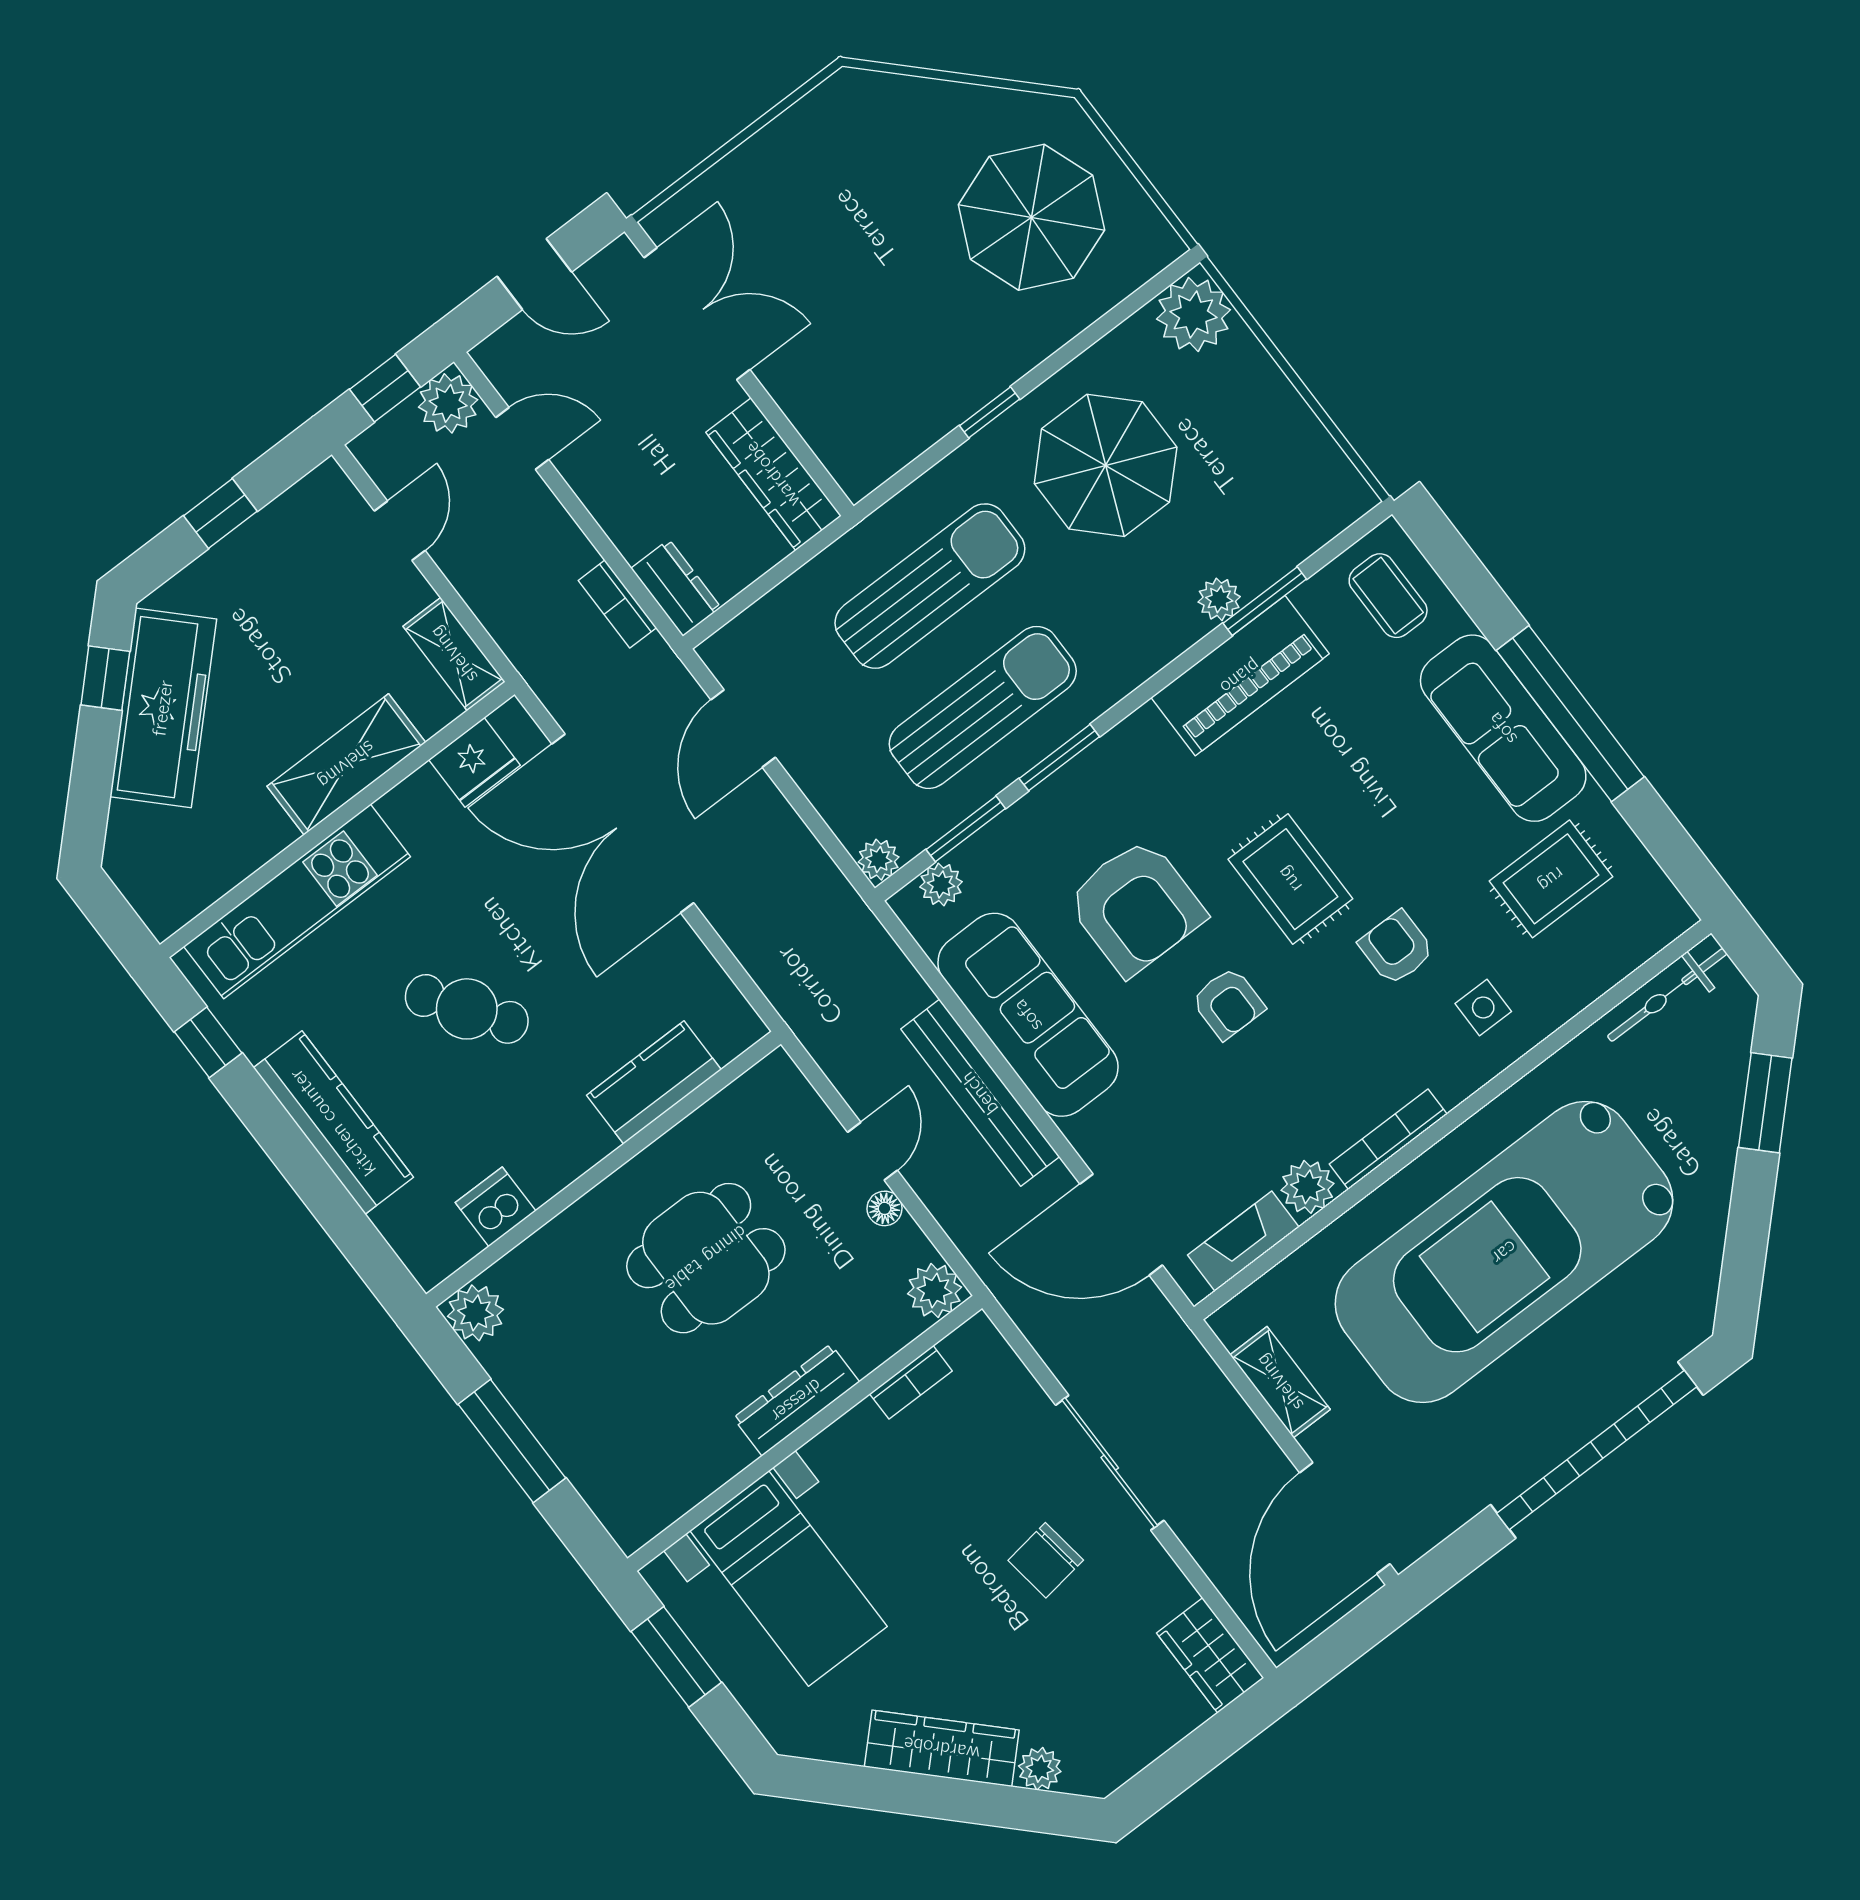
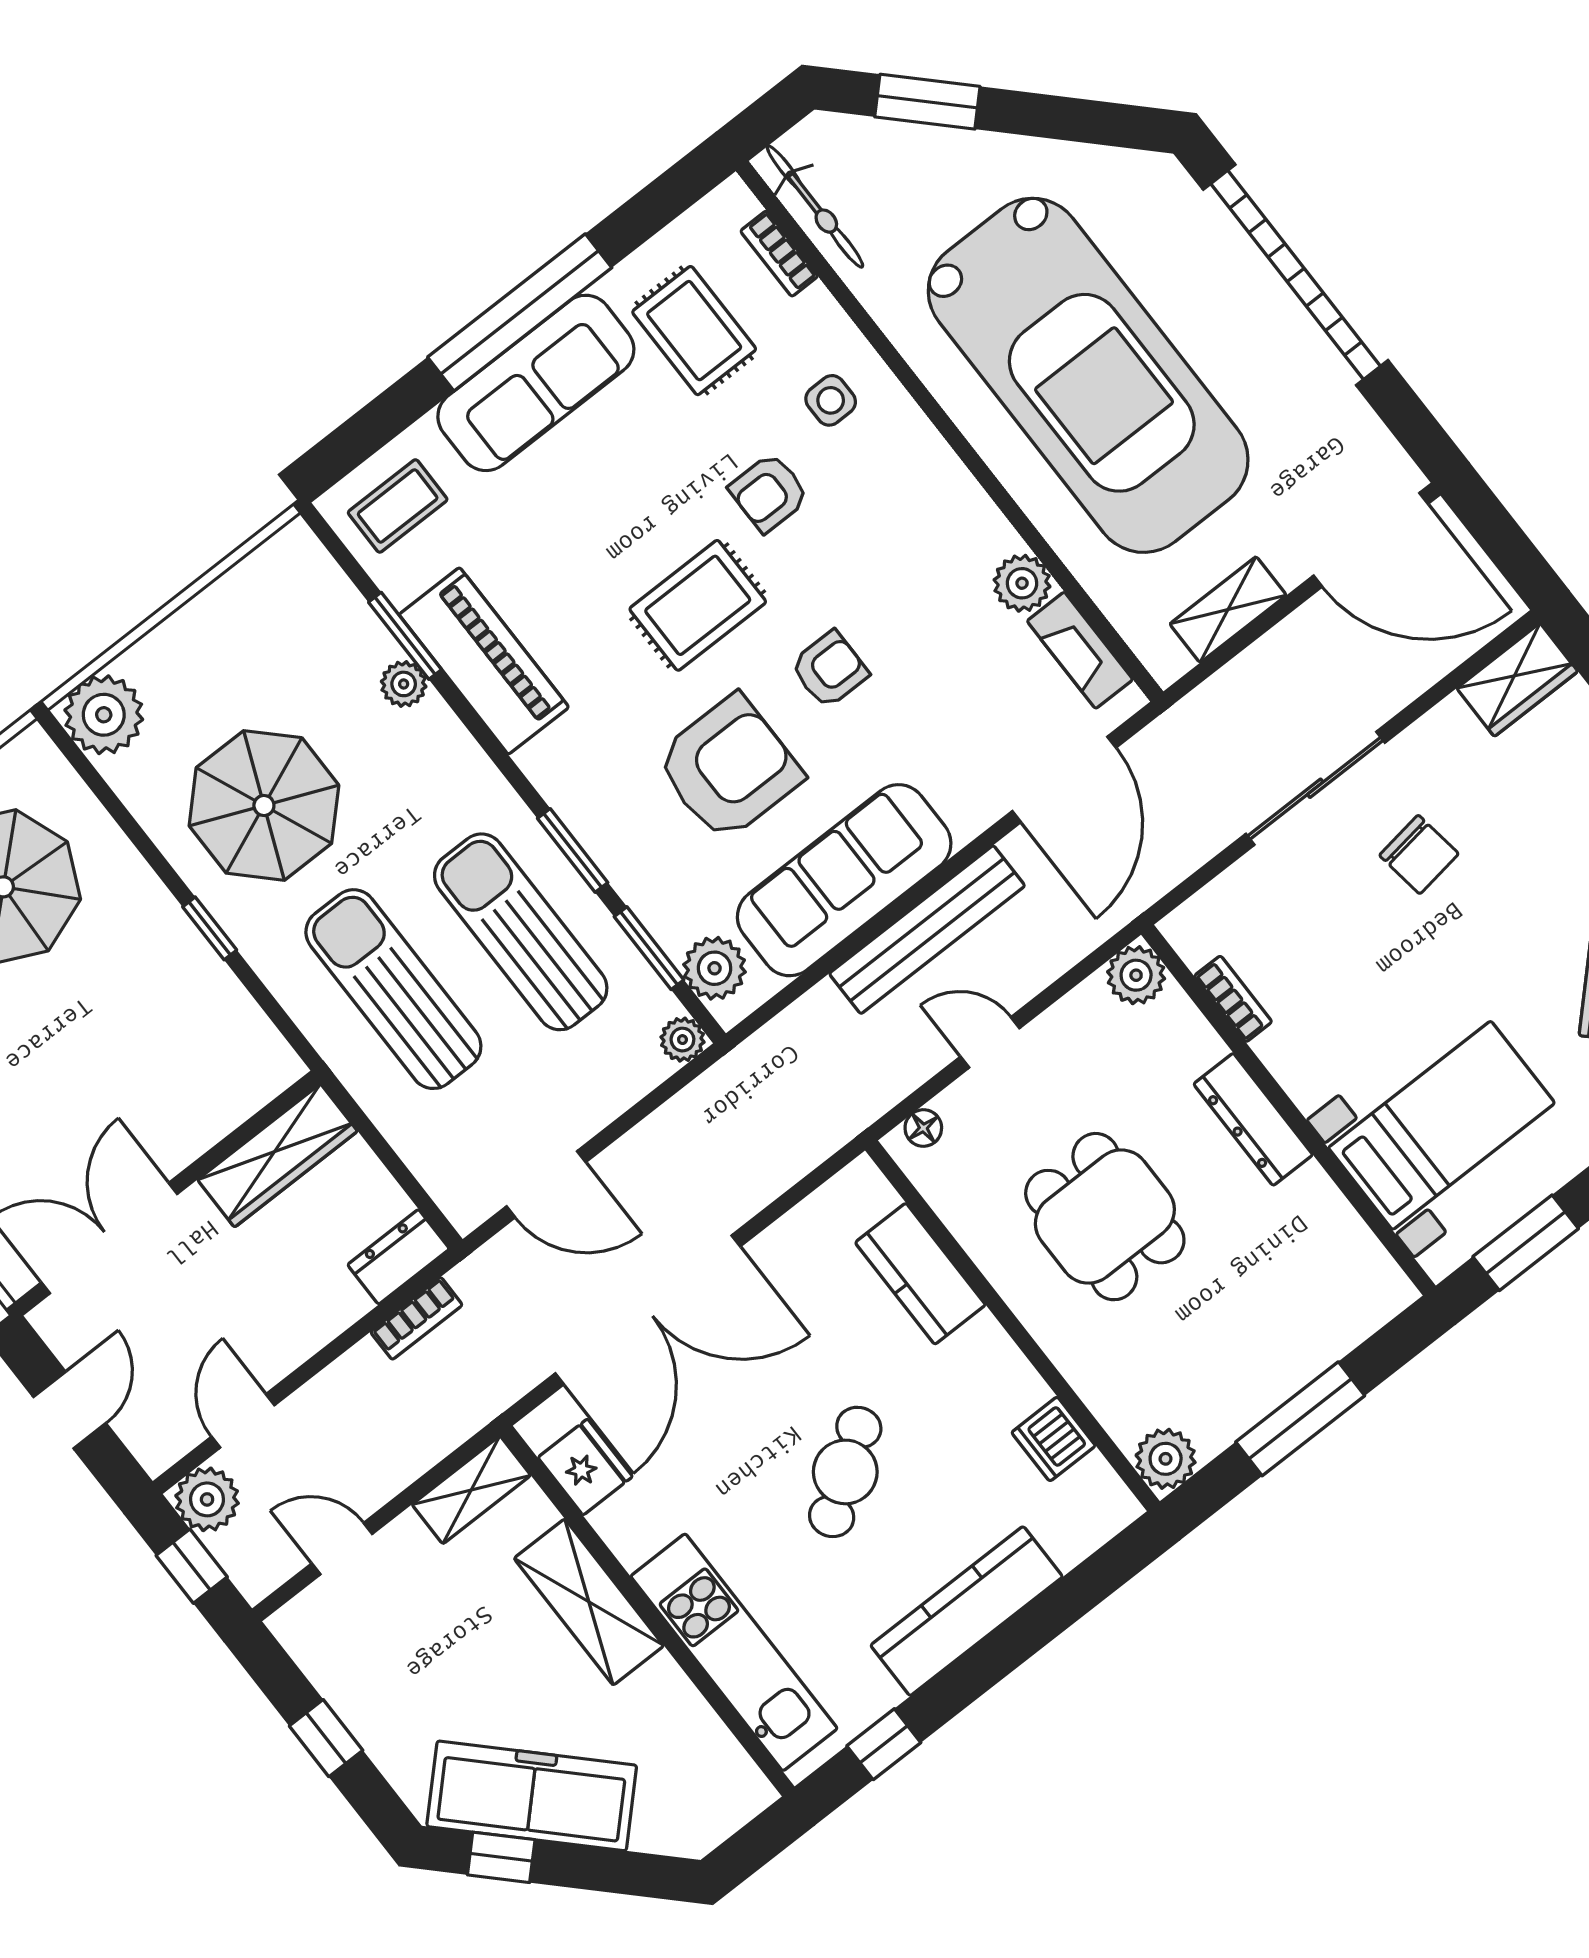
plant: (941, 884) -> (715, 968), width x1.38, depth x1.38
bookcase: (1388, 1139) -> (779, 254), moved, width x0.64
floor lamp: (885, 1208) -> (923, 1128), moved

